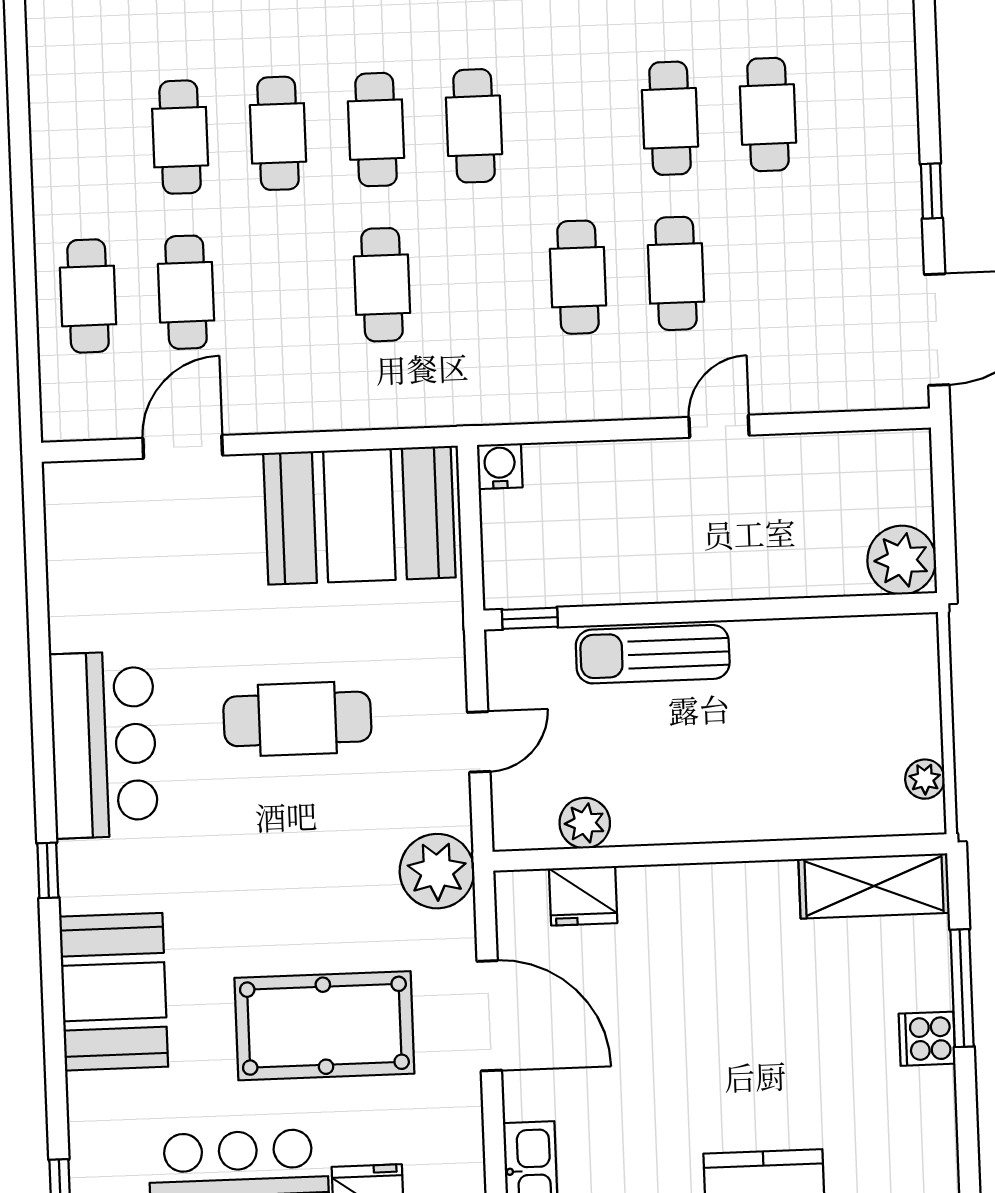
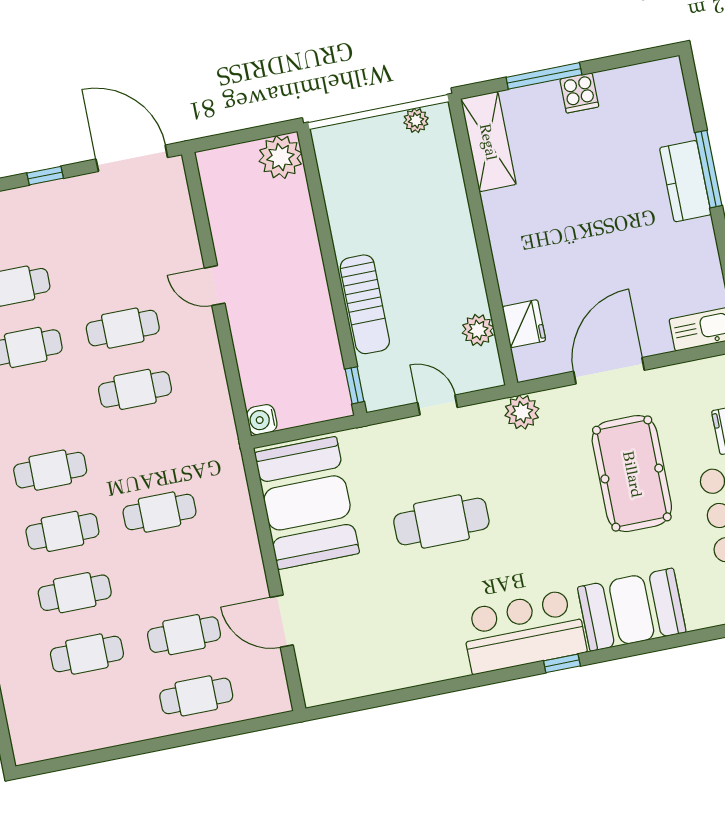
cafe table: (297, 719) -> (441, 522), turned 90
bar counter: (104, 745) -> (524, 632), moved
plant: (437, 871) -> (522, 412), width x0.73, depth x0.73

